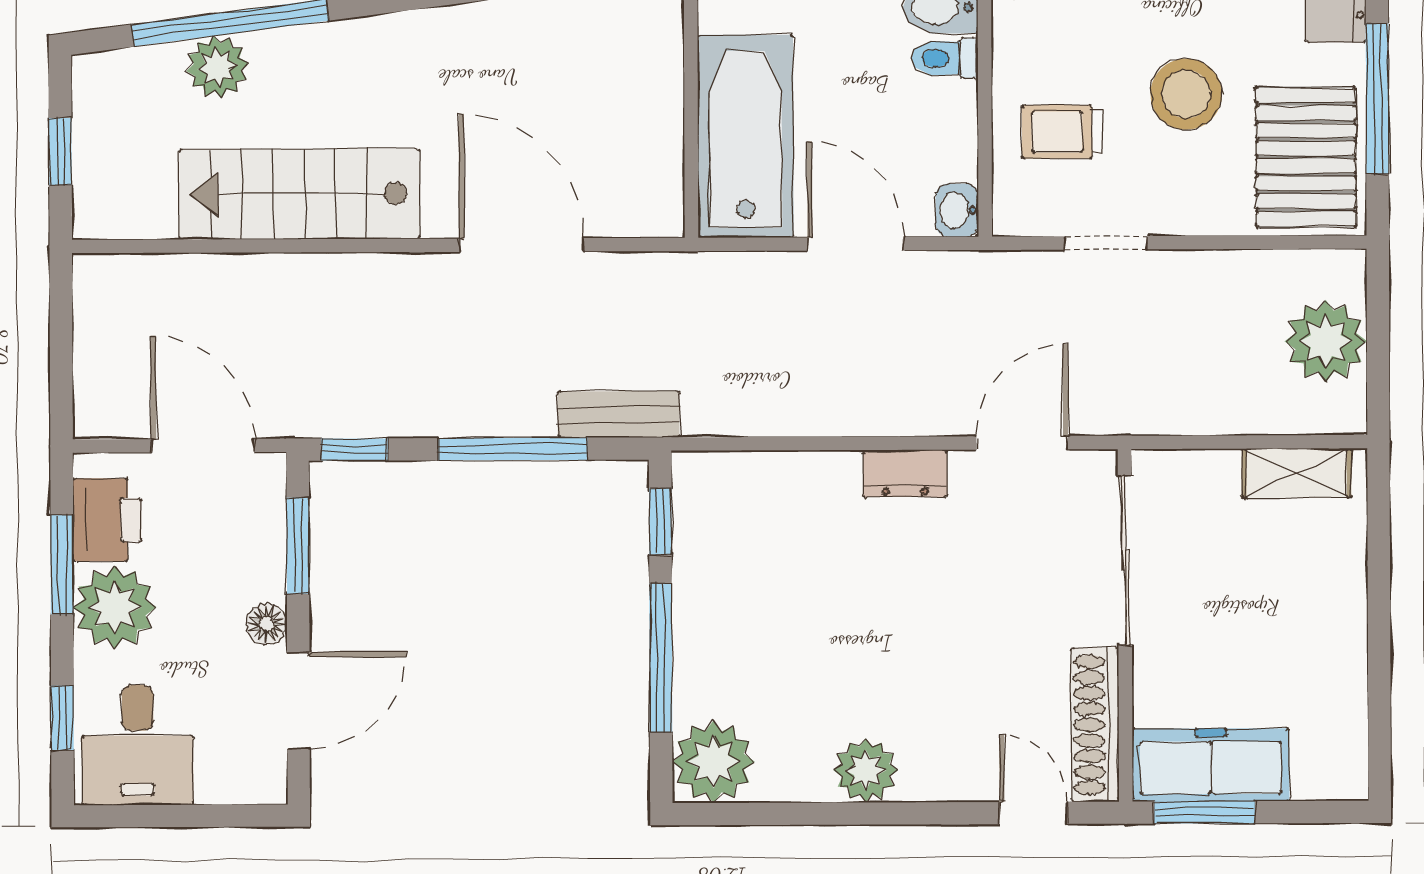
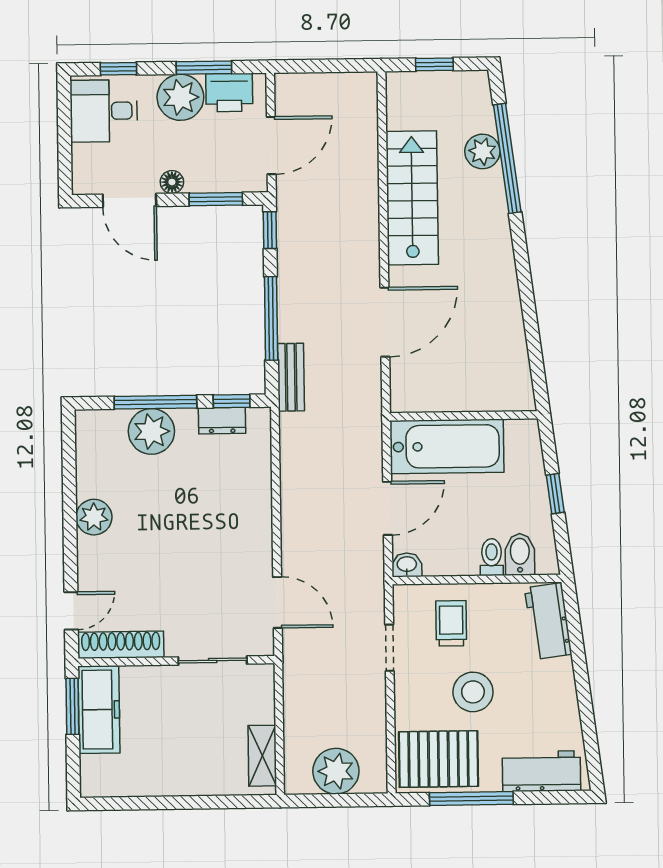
dresser: (905, 473) -> (222, 421), moved, turned -90
sliding door: (1125, 560) -> (213, 660), width x0.73
plant: (713, 762) -> (151, 431), moved

